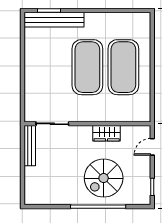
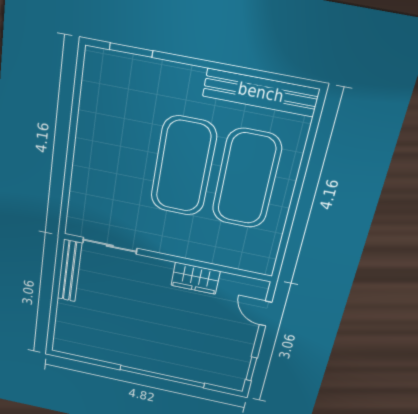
bench: (54, 20) -> (261, 92), moved
door: (152, 147) -> (266, 314), hinge flipped
spiral stairs: (104, 178) -> (178, 341), removed

